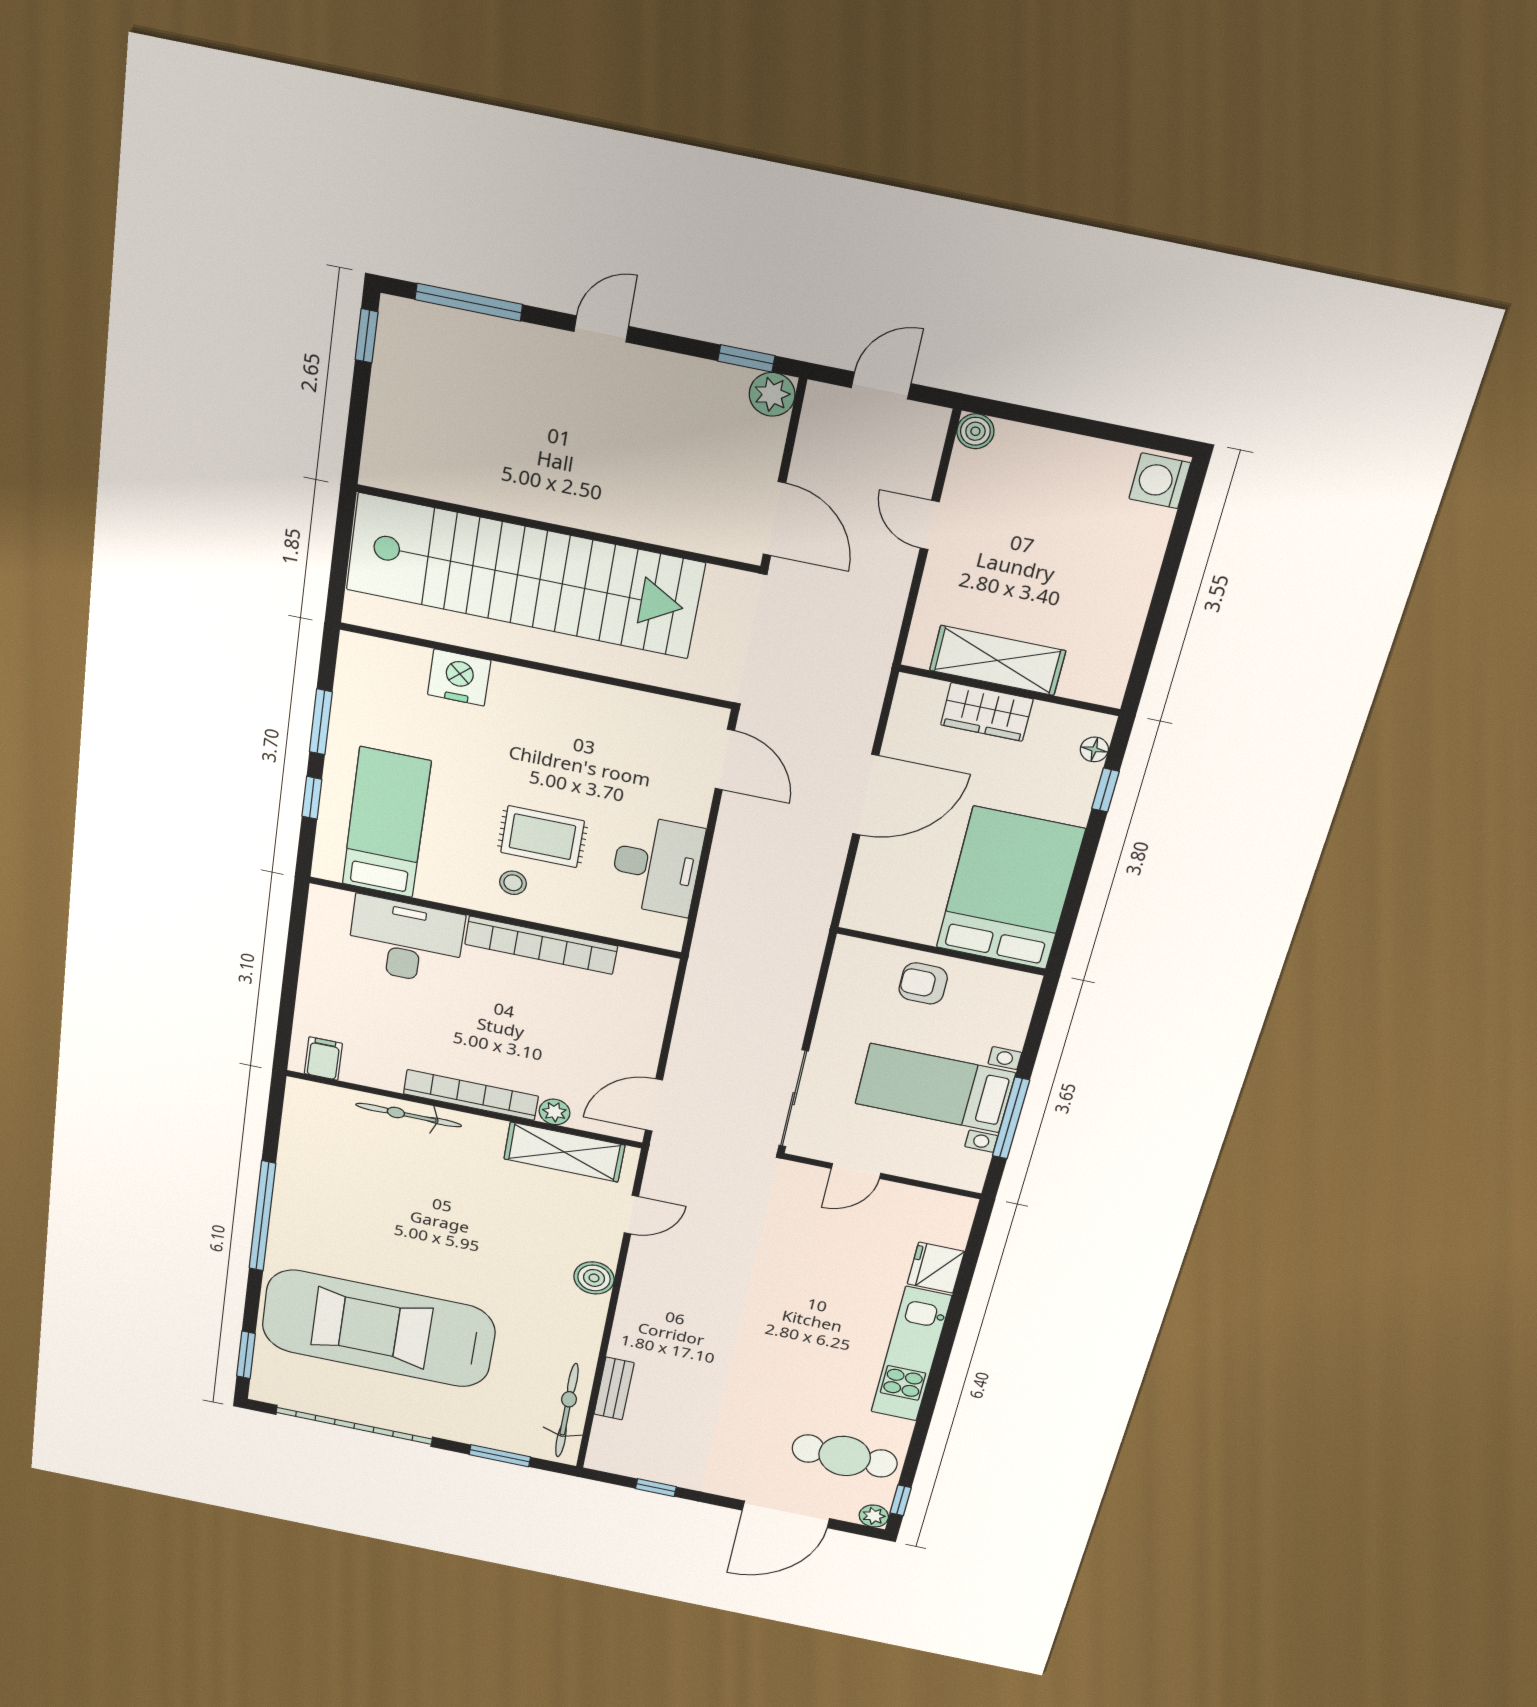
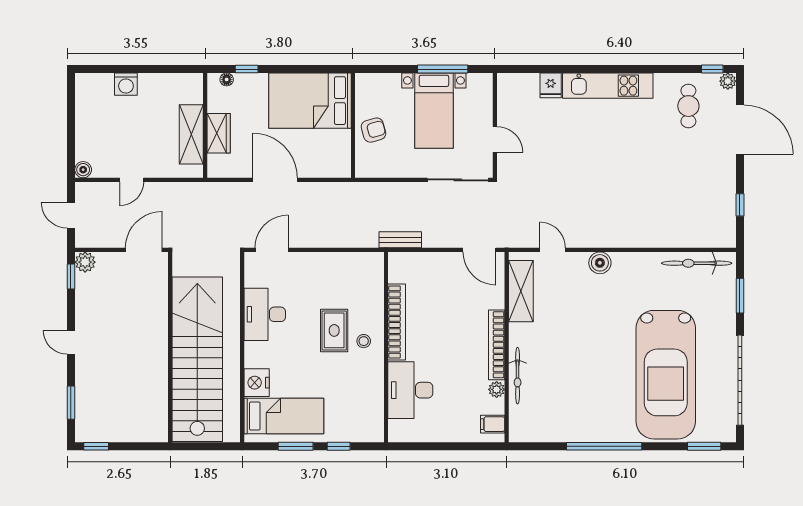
window: (469, 302) -> (71, 403), width x0.69
washing machine: (1160, 481) -> (126, 84), moved
bed: (386, 823) -> (284, 416), moved, turned 180
desk: (656, 866) -> (265, 314), moved, turned -90
armchair: (923, 983) -> (373, 130), turned -106
plant: (554, 1112) -> (497, 389), moved
fridge: (936, 1268) -> (551, 85), width x0.72
bench: (614, 1389) -> (400, 240), moved
cafe table: (845, 1456) -> (688, 106), width x0.73, depth x0.74

